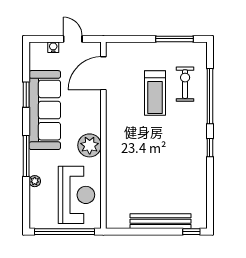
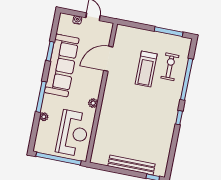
door: (103, 73) -> (108, 59), moved
plant: (90, 145) -> (93, 103), width x0.53, depth x0.53

